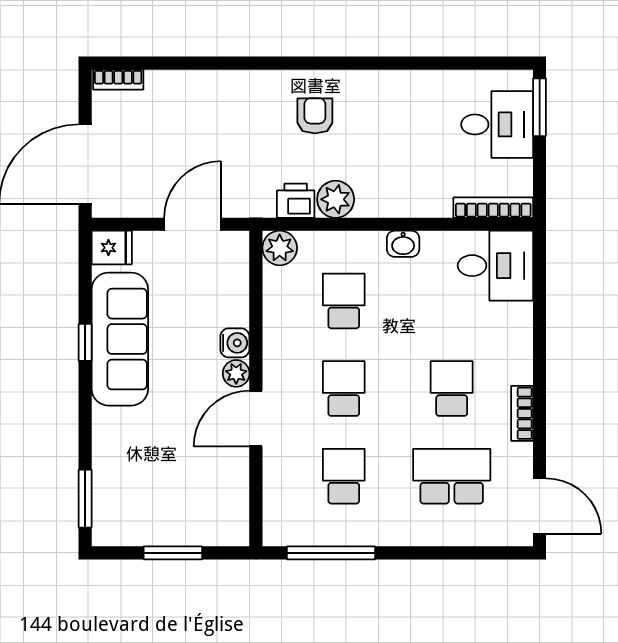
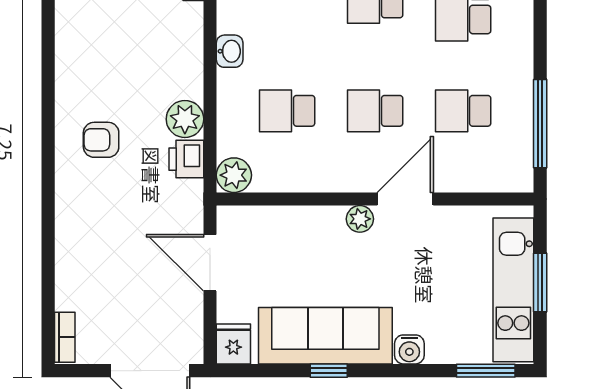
water cooler: (235, 343) -> (409, 349), moved, turned 180
door: (256, 419) -> (405, 199), swing flipped
kitchen unit: (165, 526) -> (513, 290), added

